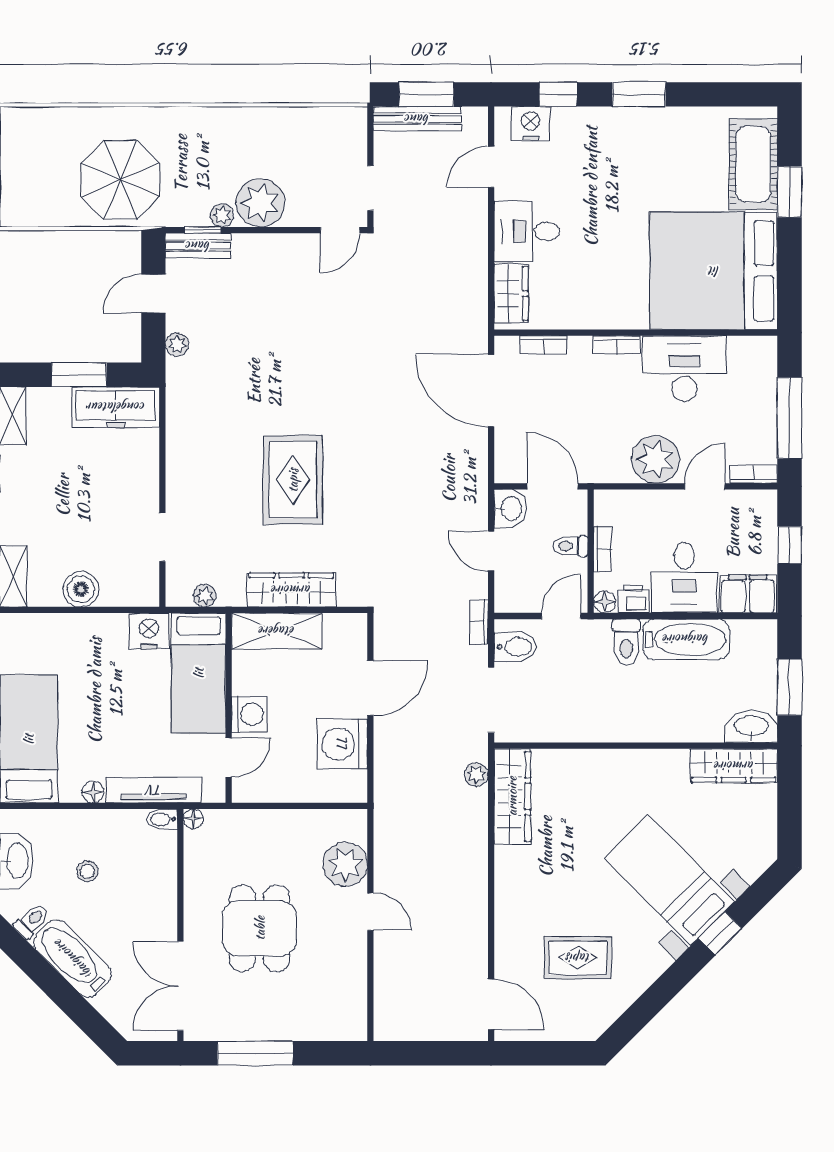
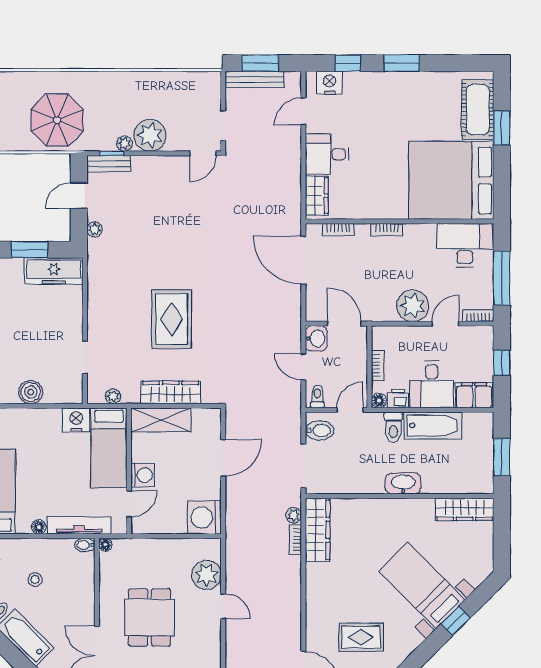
desk: (684, 369) -> (465, 245), moved
toilet: (570, 546) -> (317, 397), moved, turned 90
bookcase: (479, 622) -> (295, 540), moved
washbasin: (751, 727) -> (403, 483), moved
washing machine: (342, 744) -> (205, 518), moved

